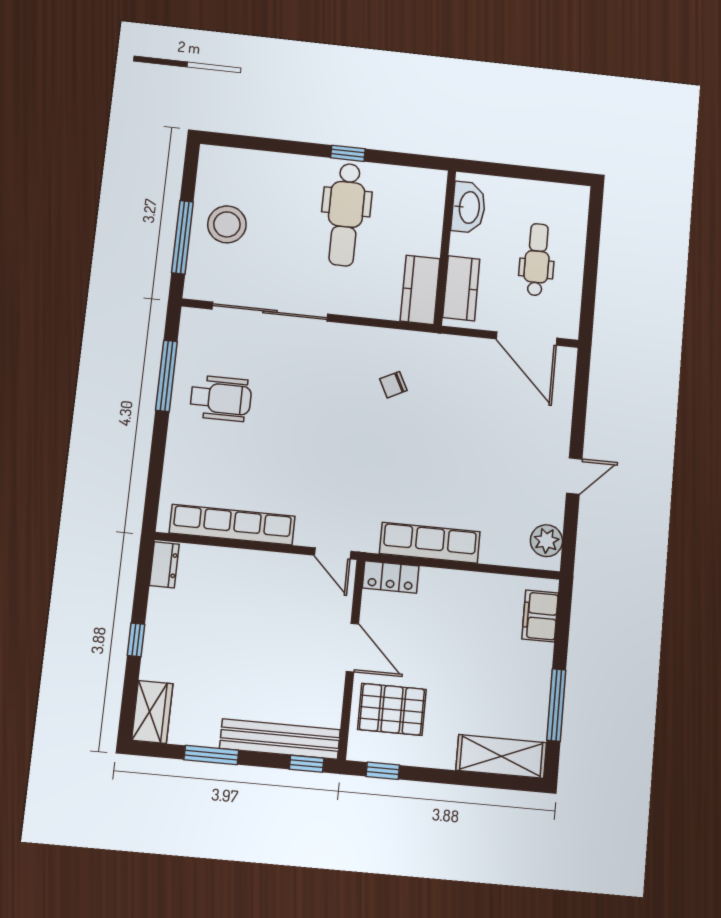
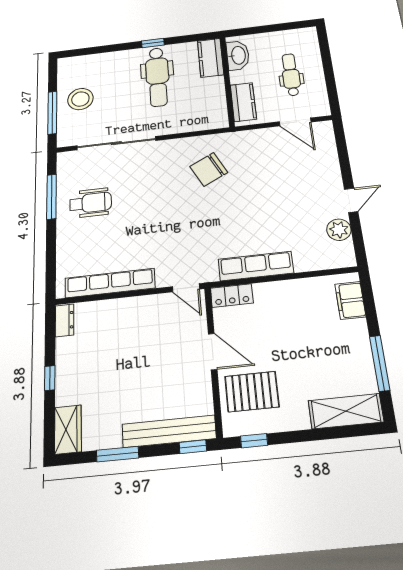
kitchen counter: (420, 290) -> (211, 58), moved
door: (527, 338) -> (295, 122), width x0.73
chair: (393, 385) -> (209, 169), width x1.87, depth x1.87
plant: (546, 541) -> (339, 230), moved

